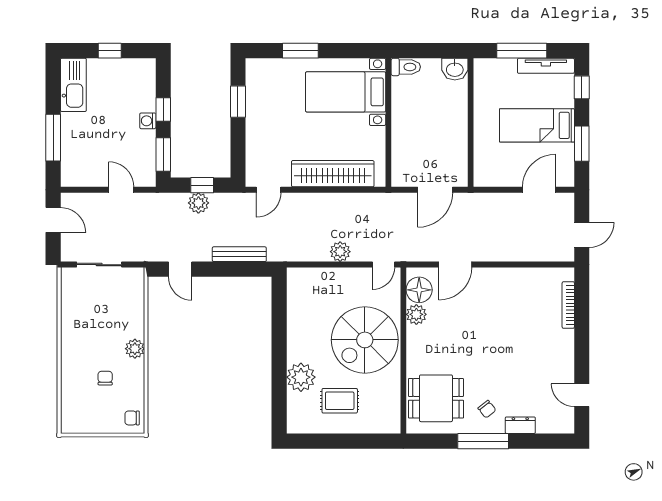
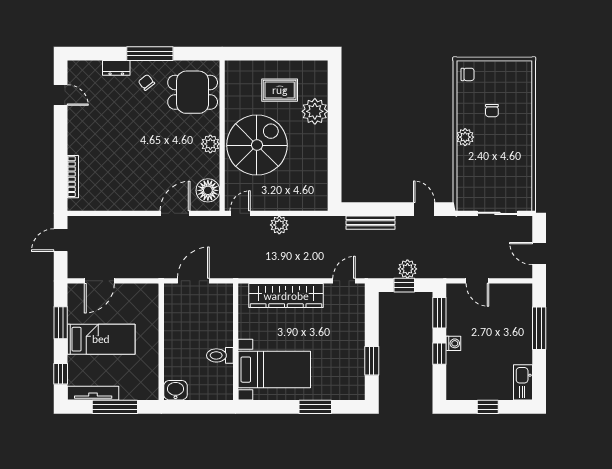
toilet: (406, 67) -> (220, 355), moved
kitchen sink: (73, 85) -> (523, 382), width x0.73, depth x0.81
plant: (416, 314) -> (210, 144), moved

